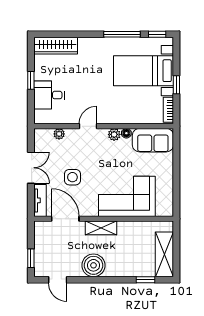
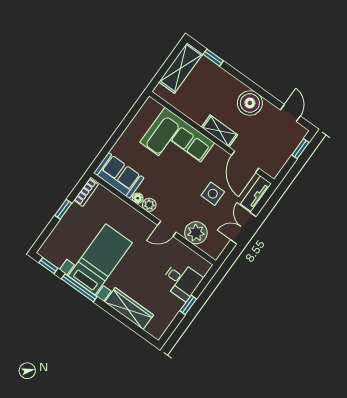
wardrobe: (56, 46) -> (129, 309), moved
bed with nightstands: (144, 71) -> (100, 259), moved, turned -90
plant: (59, 134) -> (196, 233), width x1.88, depth x1.88

